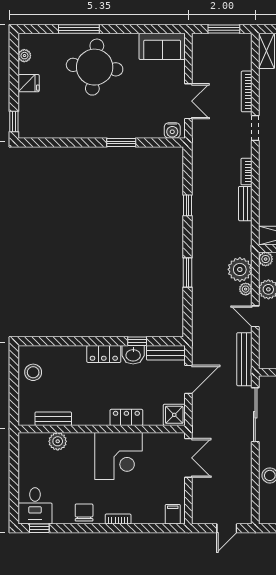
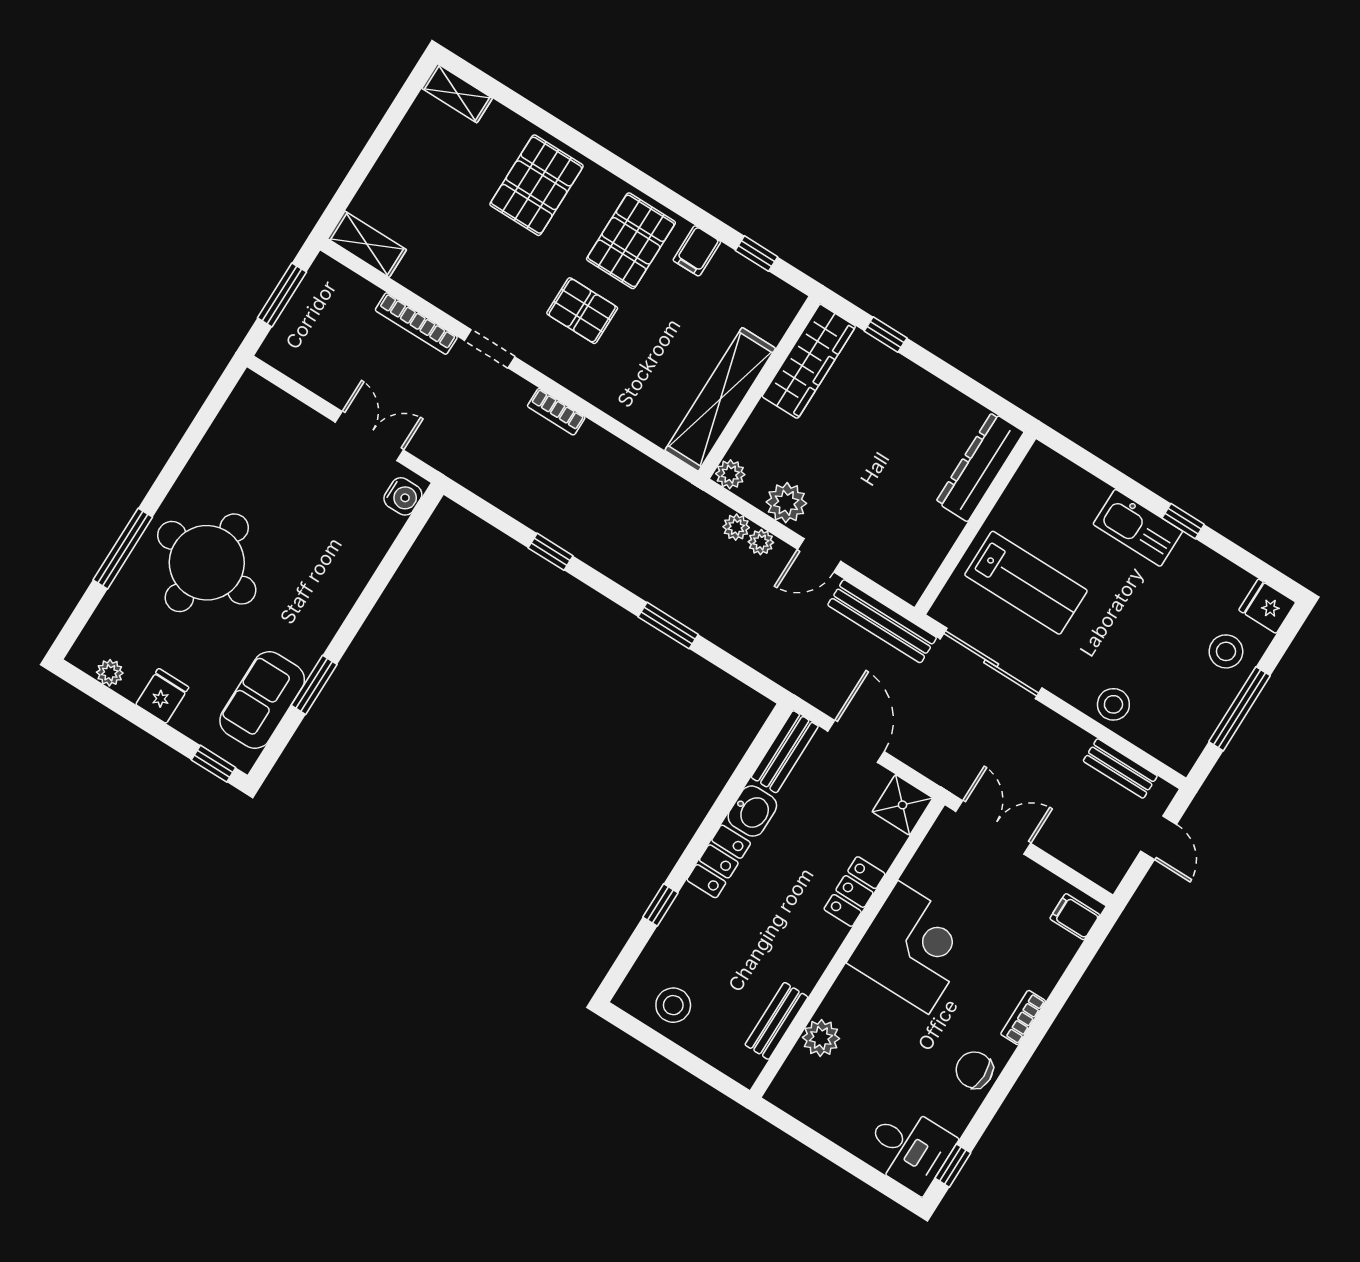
sofa: (162, 46) -> (262, 700), moved, turned 180
window: (121, 143) -> (314, 685), moved
bench: (245, 204) -> (1120, 768), moved
plant: (240, 269) -> (736, 527), width x0.53, depth x0.53
window: (137, 341) -> (660, 905), moved

